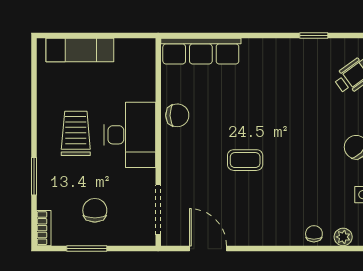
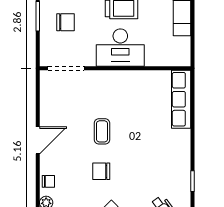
chair: (177, 115) -> (101, 171), moved, turned 92
door: (208, 249) -> (38, 140), moved

